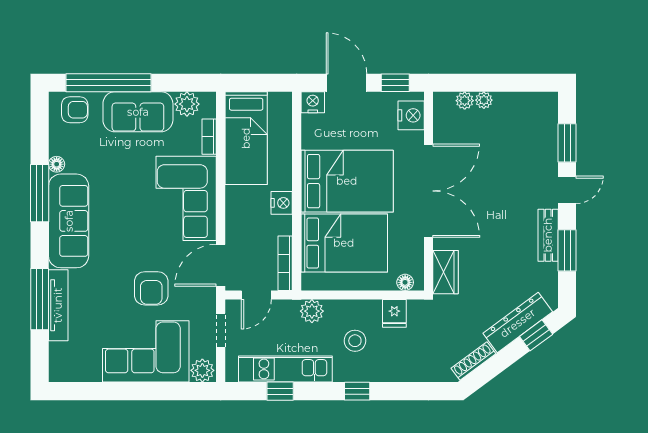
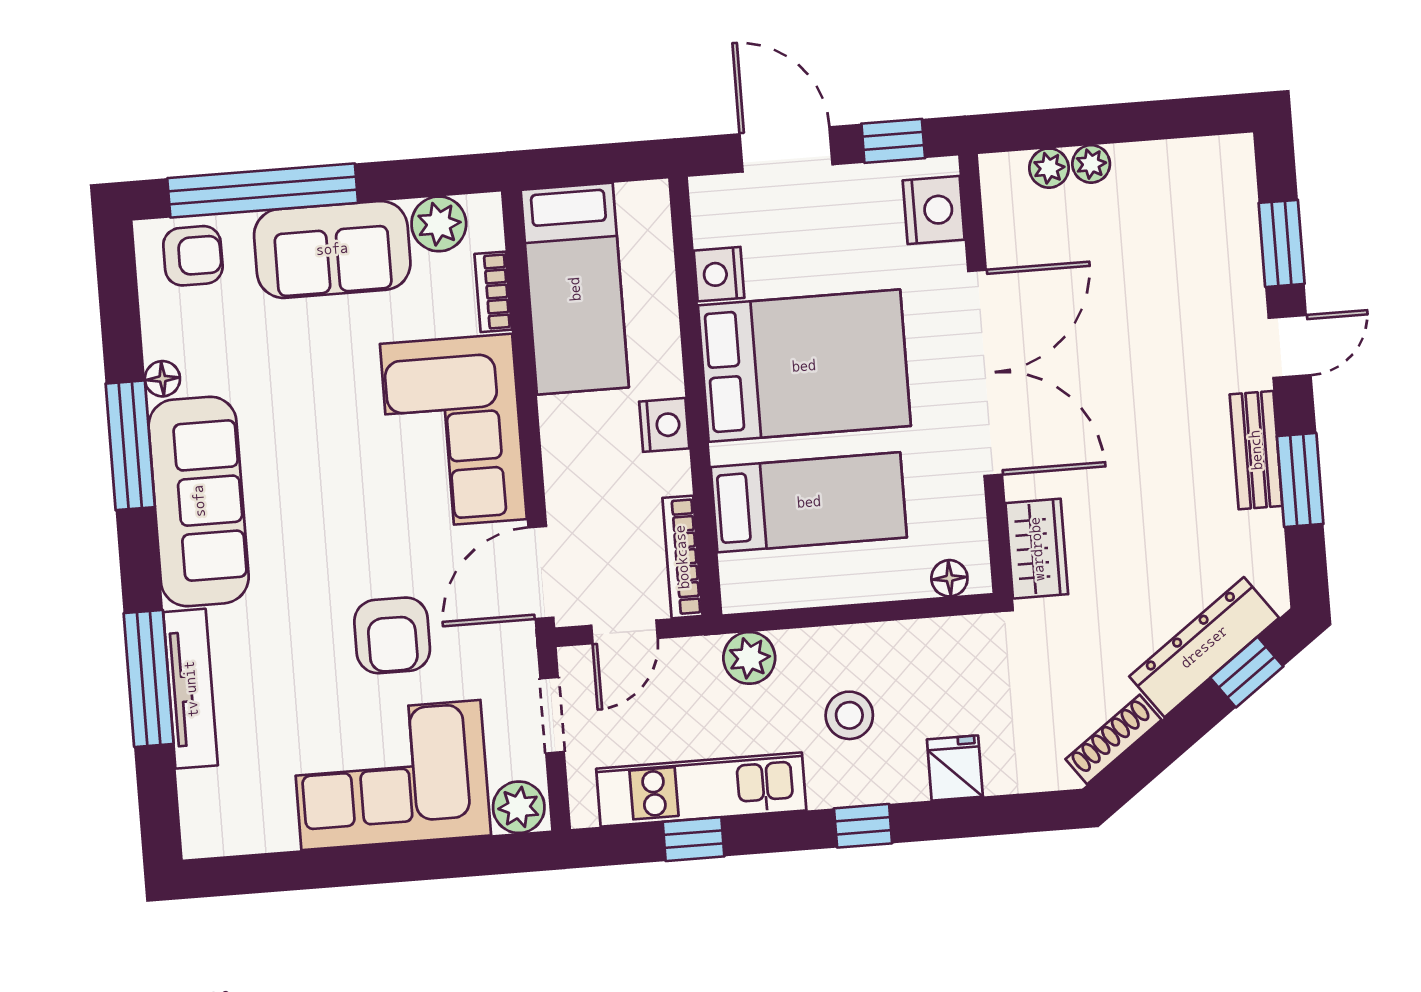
nightstand: (313, 102) -> (719, 274), moved, turned -90
bed: (344, 243) -> (809, 502), width x0.67
fridge: (394, 313) -> (955, 768), moved, turned 180

